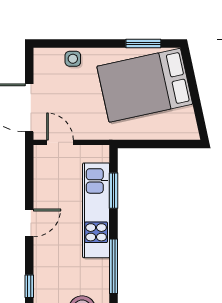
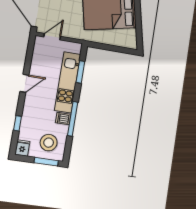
door: (60, 142) -> (52, 37), hinge flipped
dishwasher: (98, 268) -> (63, 119), added

